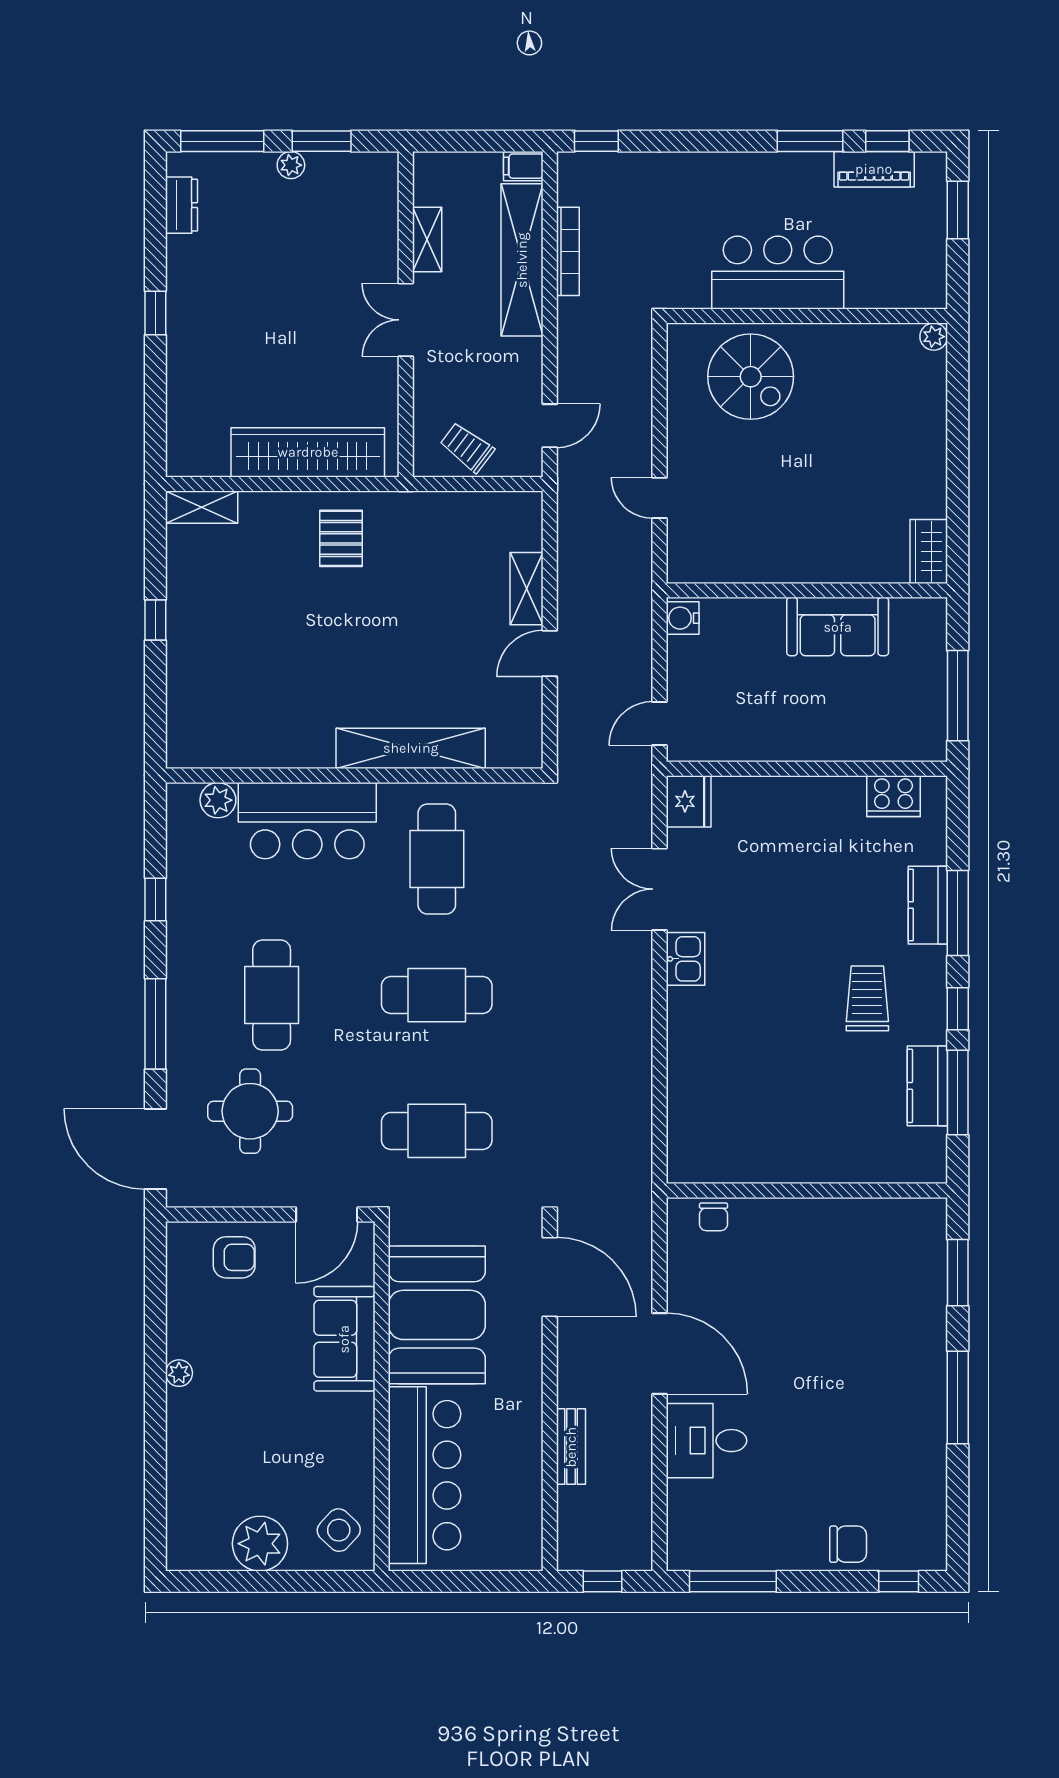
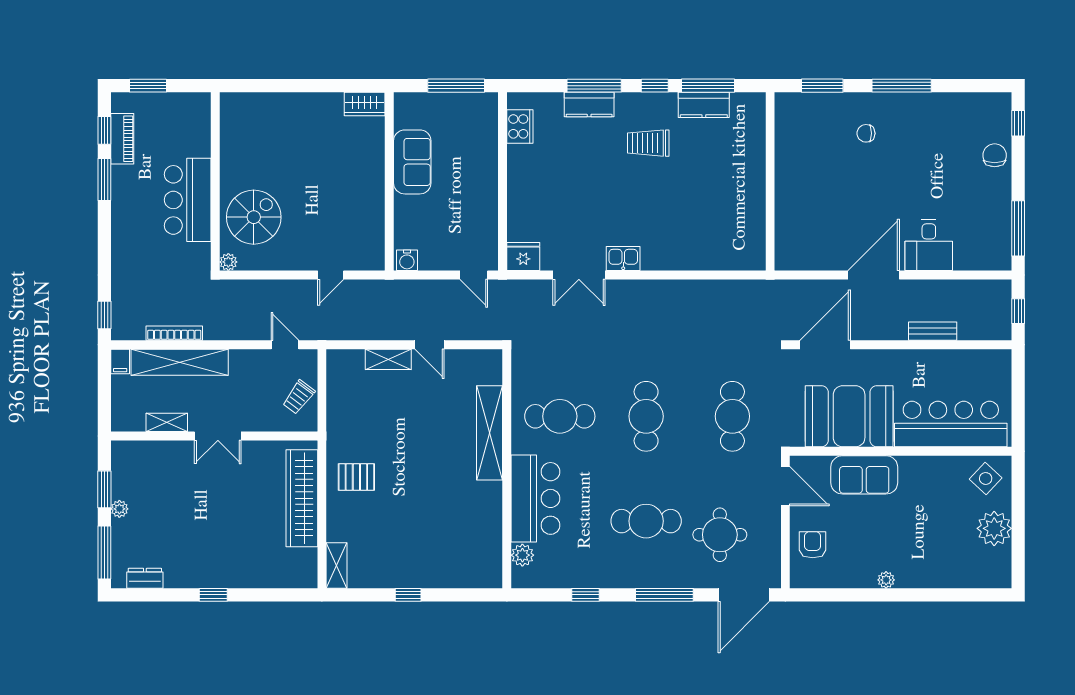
plant: (934, 337) -> (228, 262), moved
chair: (714, 1217) -> (866, 133), moved, turned 180

